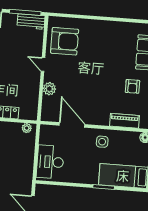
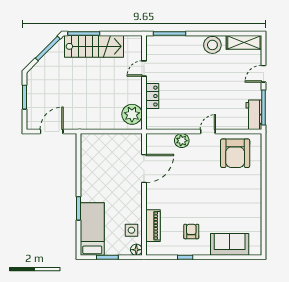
armchair: (132, 86) -> (191, 231), turned 90
plant: (27, 128) -> (132, 114), width x1.88, depth x1.88
side table: (102, 142) -> (131, 230), moved
desk: (50, 162) -> (102, 148), removed

